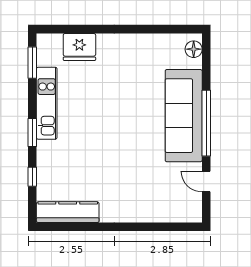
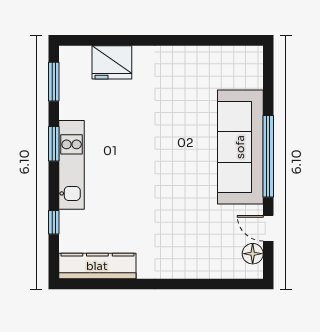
floor lamp: (194, 49) -> (253, 254), moved
kitchen unit: (47, 103) -> (72, 165), moved
window: (32, 133) -> (54, 144), moved

